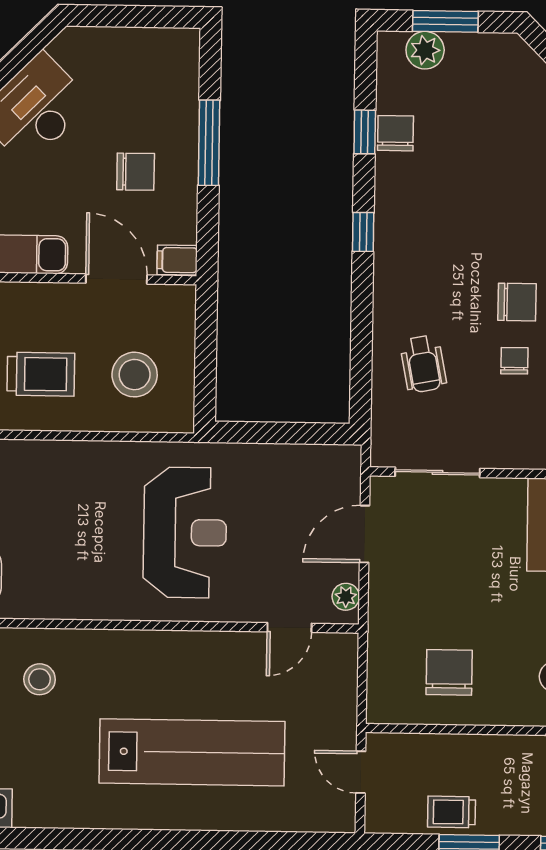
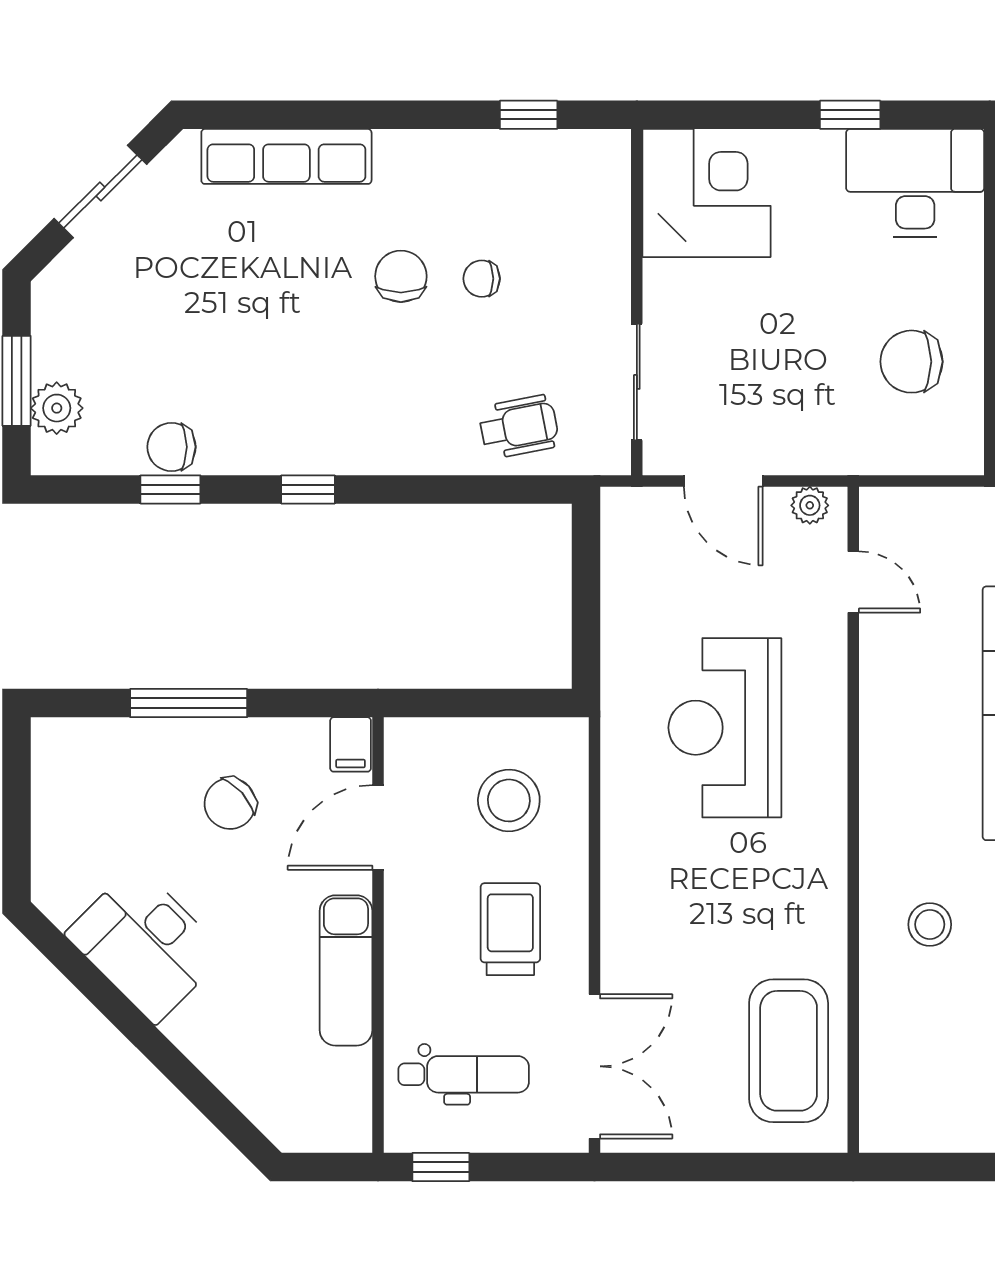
chair: (136, 172) -> (230, 803), turned -132
wheelchair: (423, 364) -> (519, 427), moved
reception desk: (185, 532) -> (725, 728), turned -90

